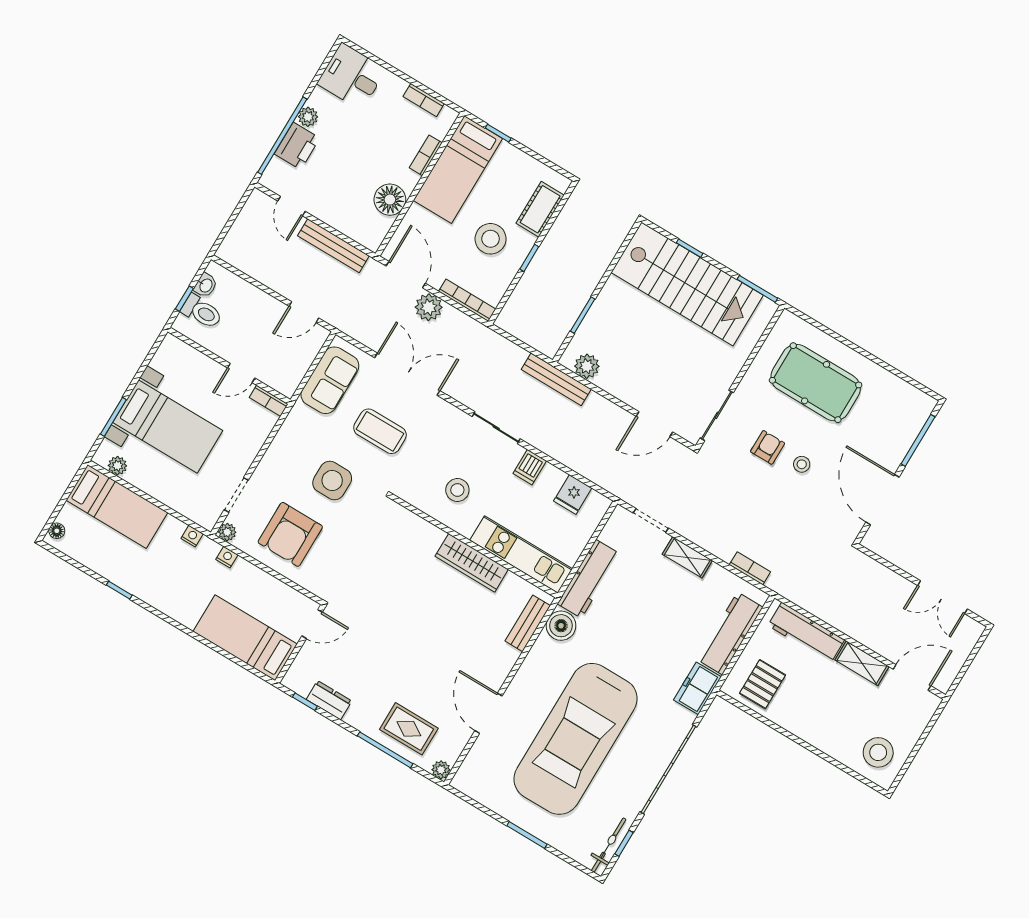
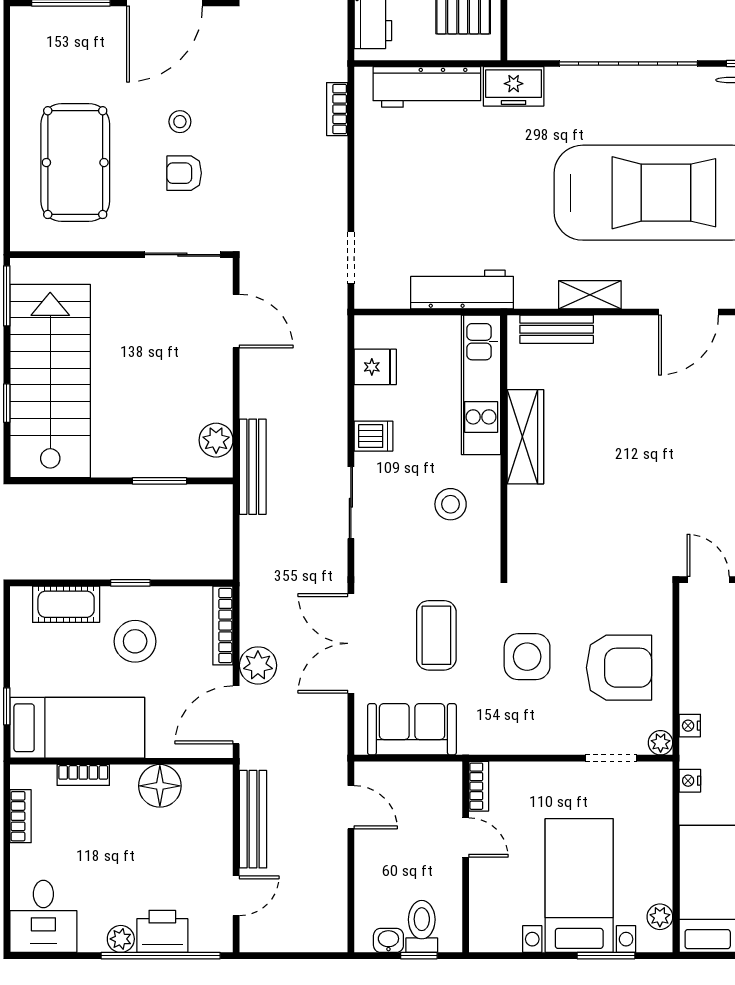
shelving: (687, 557) -> (590, 295), moved, turned 90
boiler: (561, 626) -> (536, 289), removed

